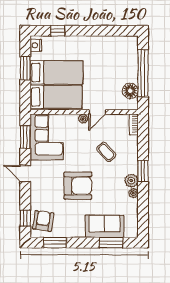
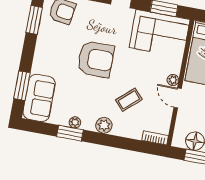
window: (143, 171) -> (70, 133), moved
plant: (131, 181) -> (104, 125), moved
armchair: (78, 186) -> (96, 59), turned -90
sofa: (104, 226) -> (39, 98), moved

